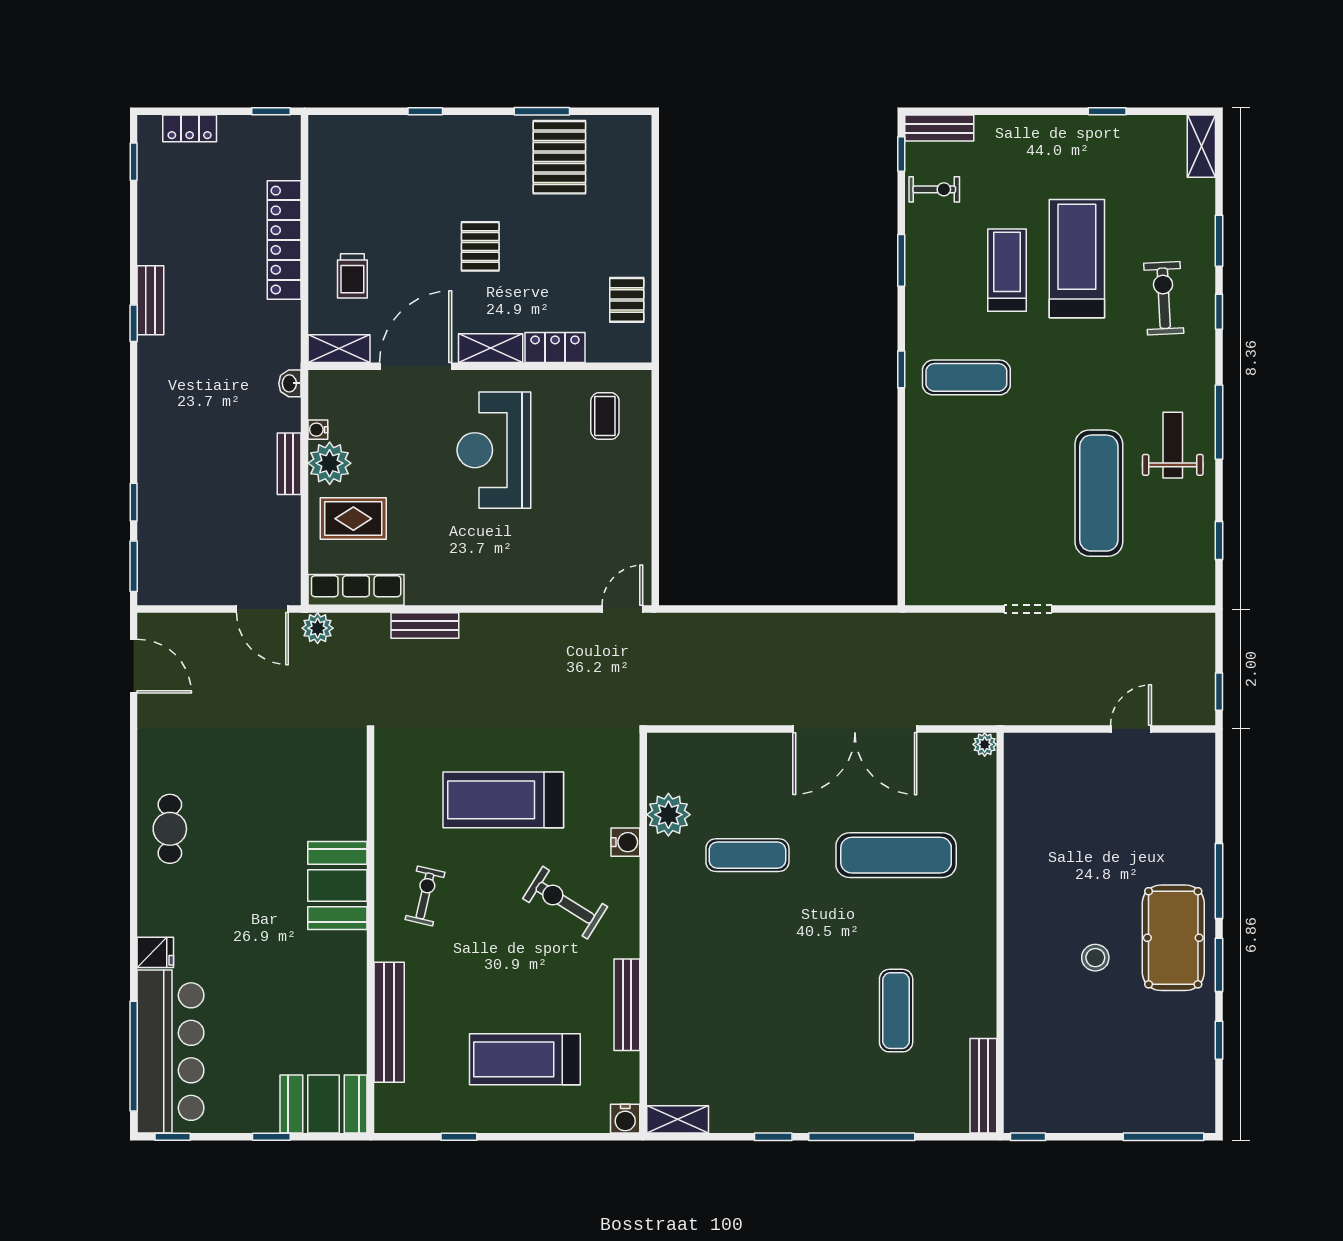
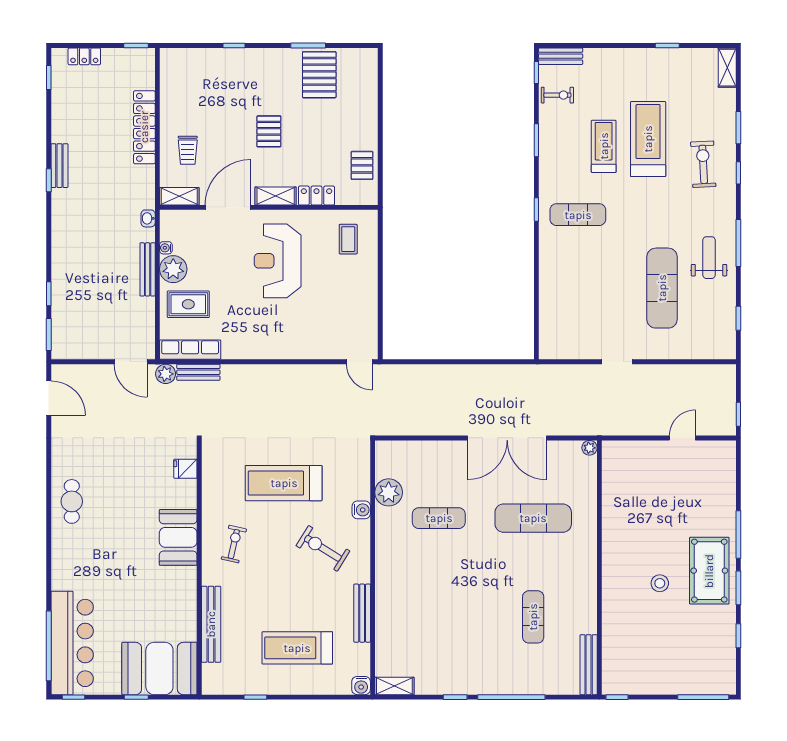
bench: (289, 464) -> (148, 269), width x1.36
door: (622, 609) -> (359, 362), swing flipped
bench: (425, 626) -> (198, 372), moved
fridge: (155, 952) -> (185, 469), moved, turned 180
booth: (324, 1104) -> (159, 668), width x1.36, depth x1.42

